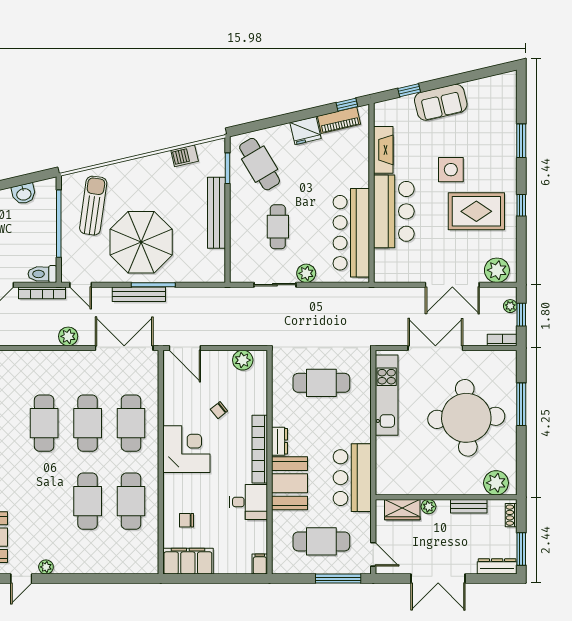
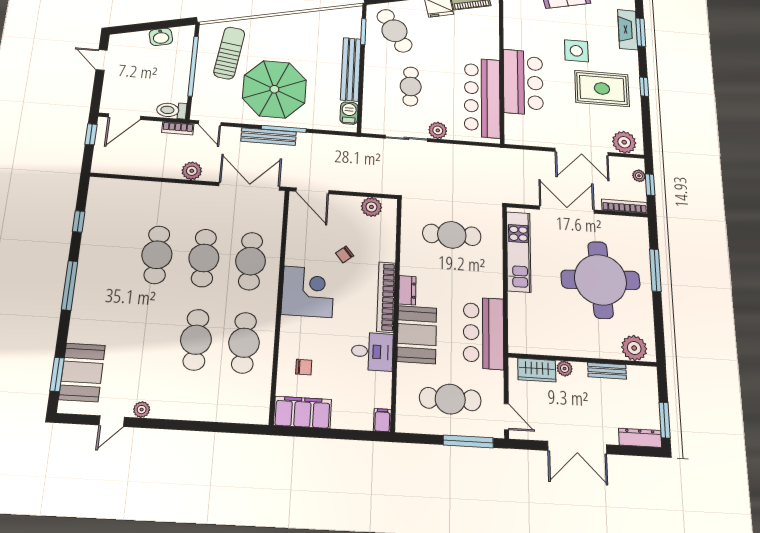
fireplace: (383, 150) -> (628, 30), moved, turned 180
barbecue: (185, 156) -> (349, 113), moved, turned 103
bookcase: (42, 293) -> (178, 128), width x0.64
bookcase: (502, 340) -> (625, 206), width x1.56
shoe rack: (511, 515) -> (652, 383), removed
chair: (187, 520) -> (304, 367), turned 180

